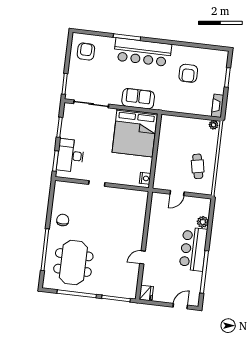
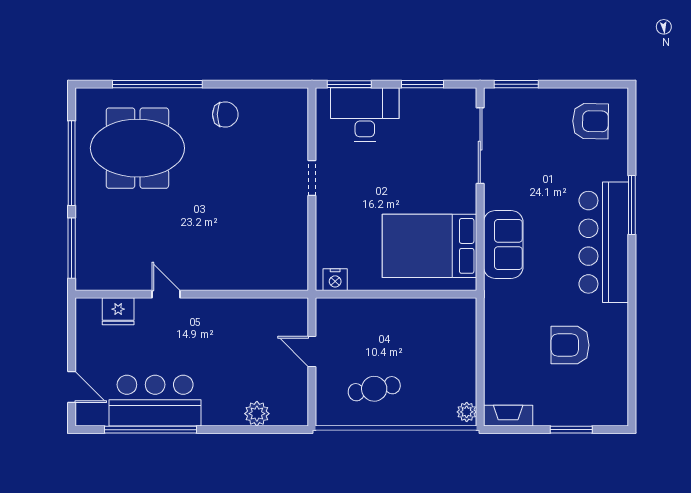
bed: (135, 133) -> (429, 246), width x0.73
bar counter: (193, 249) -> (155, 401), moved
fridge: (146, 293) -> (118, 311), moved

